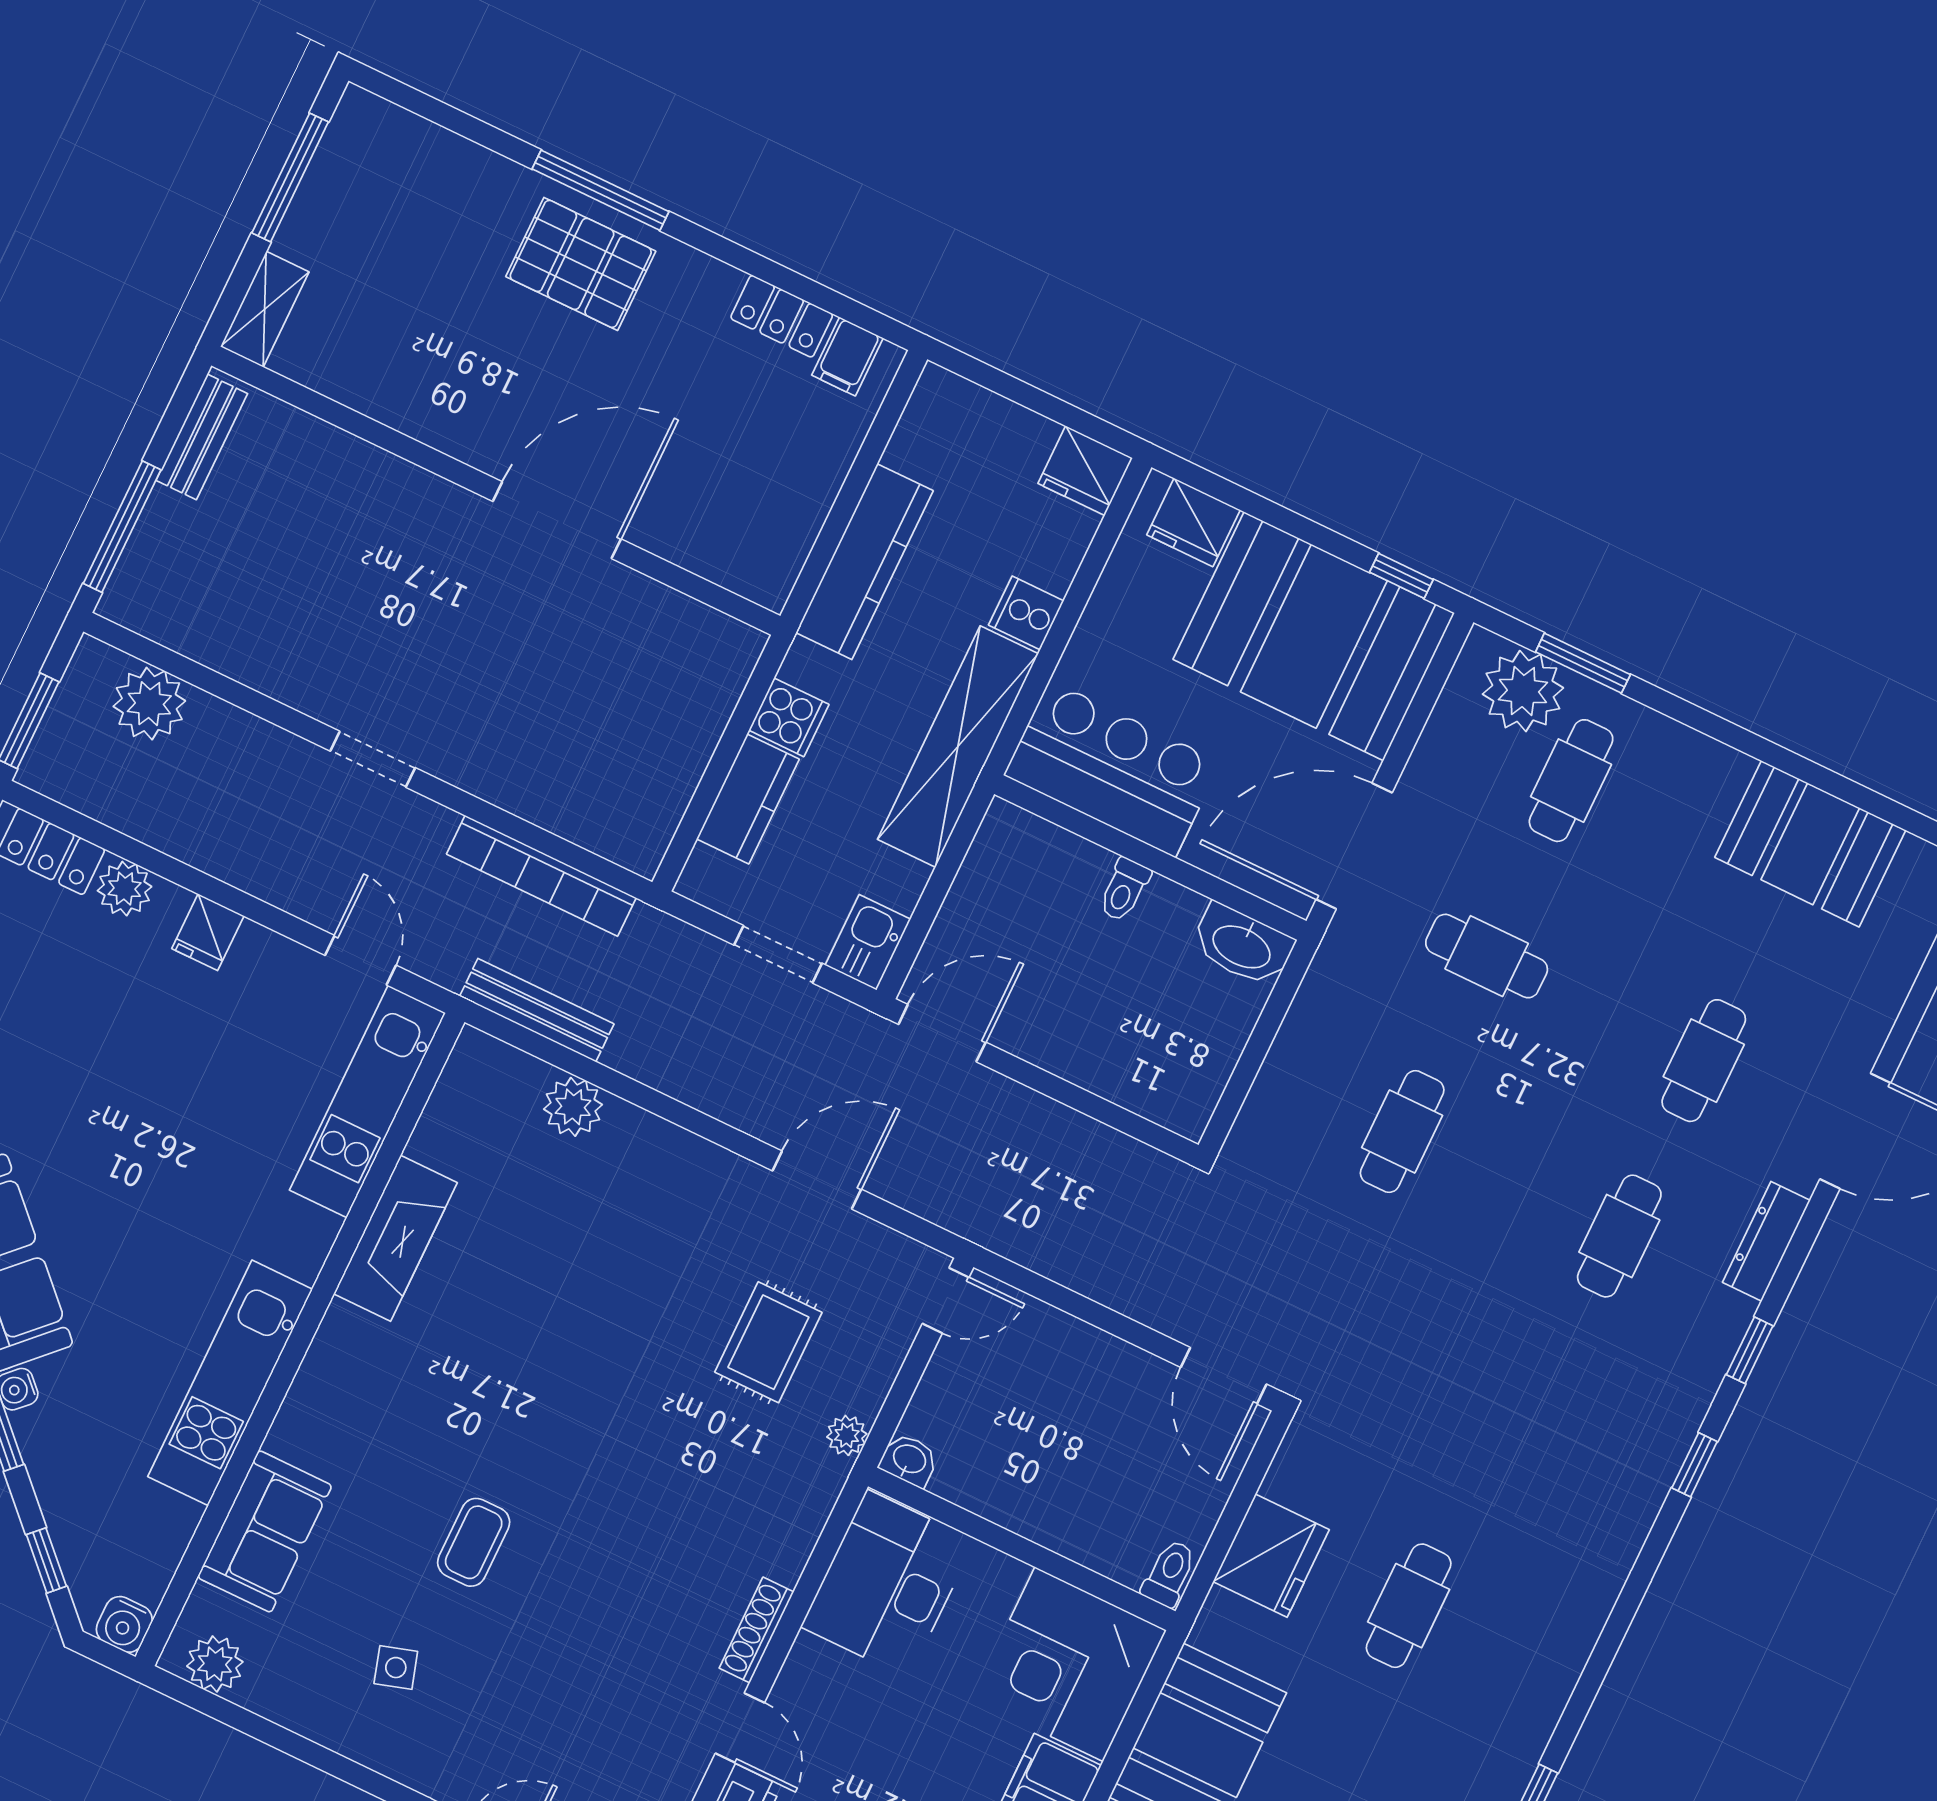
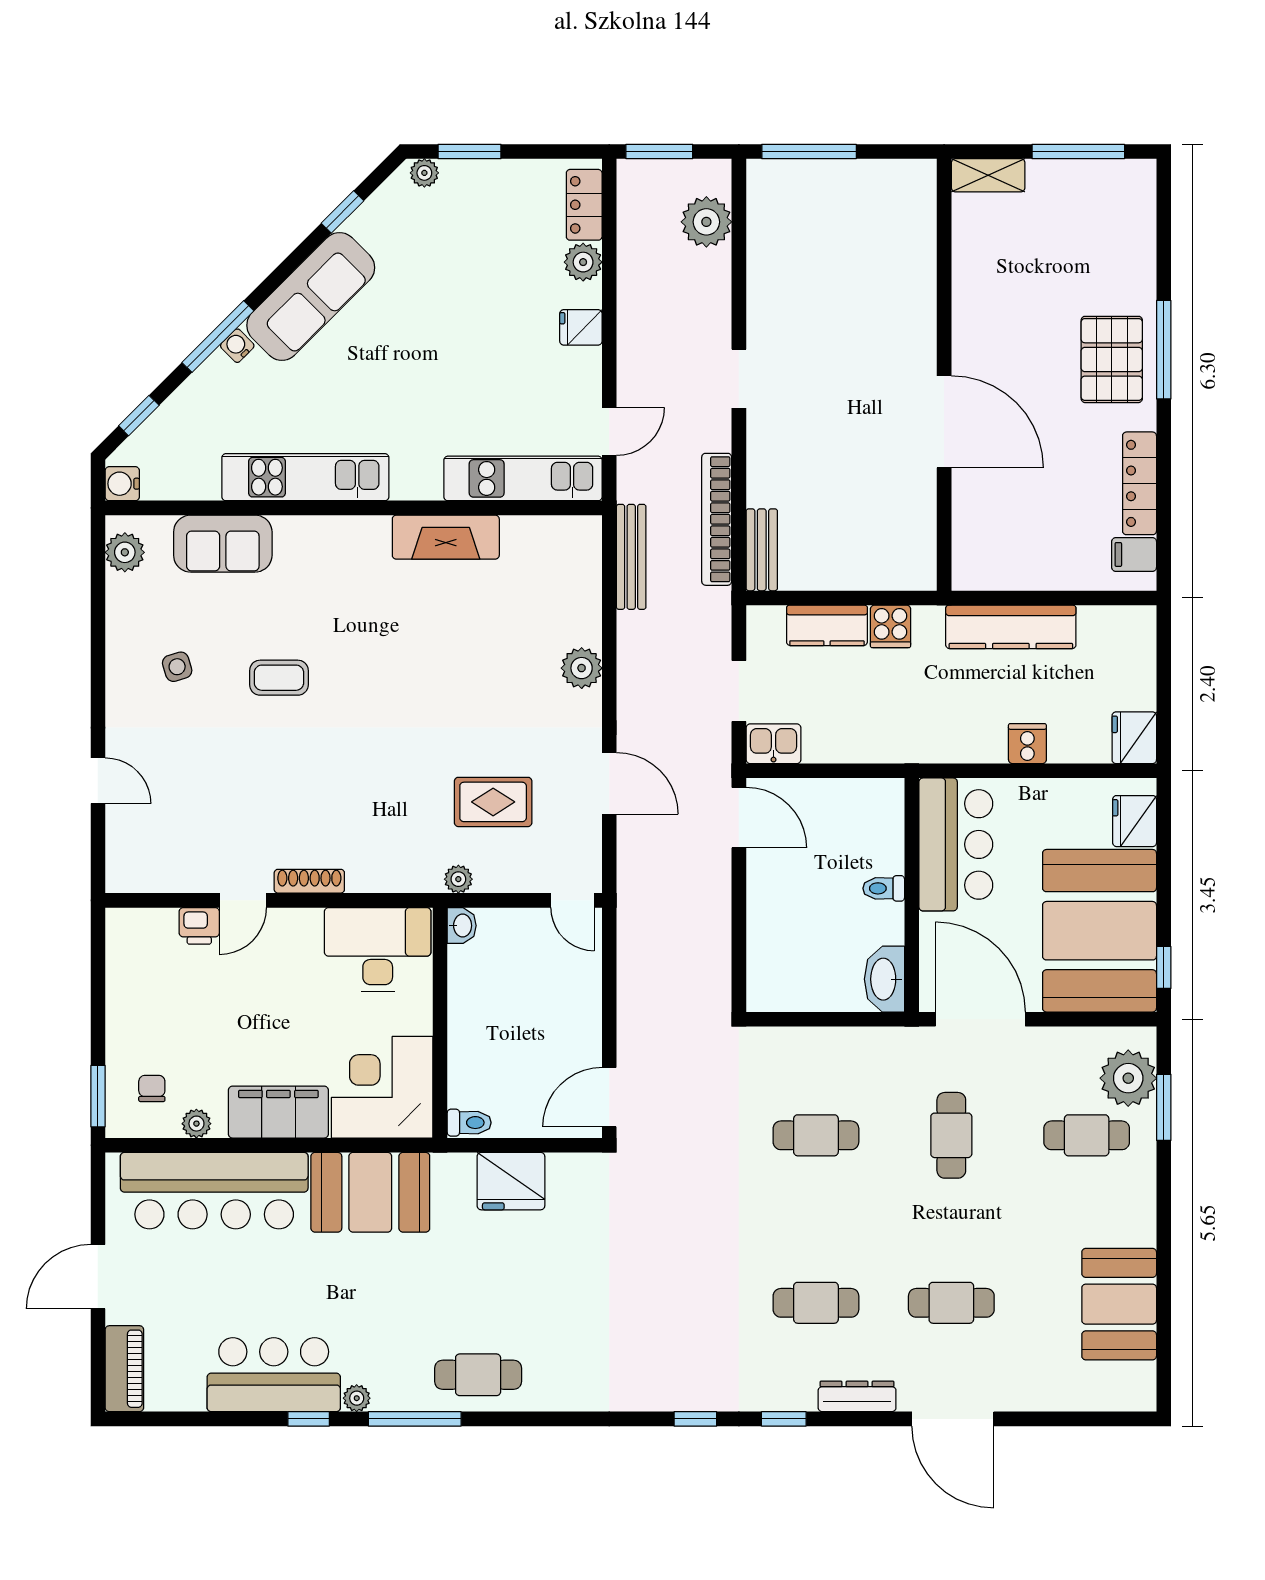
locker: (782, 316) -> (1140, 483), width x1.53
bench: (202, 437) -> (762, 550), moved, turned 90
shelving: (958, 747) -> (923, 741), removed
plant: (573, 1107) -> (582, 668), moved
cafe table: (1409, 1606) -> (478, 1375), moved

